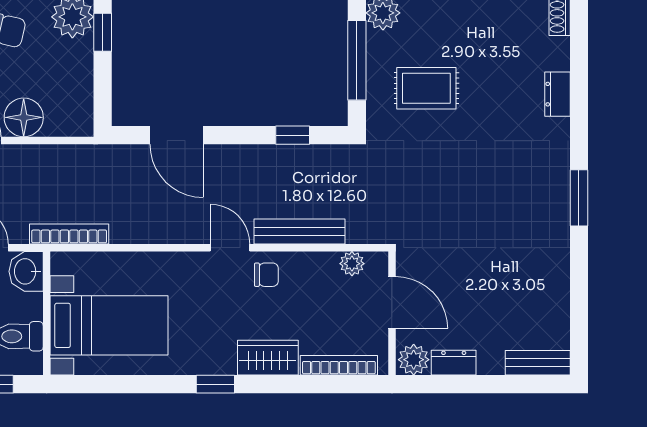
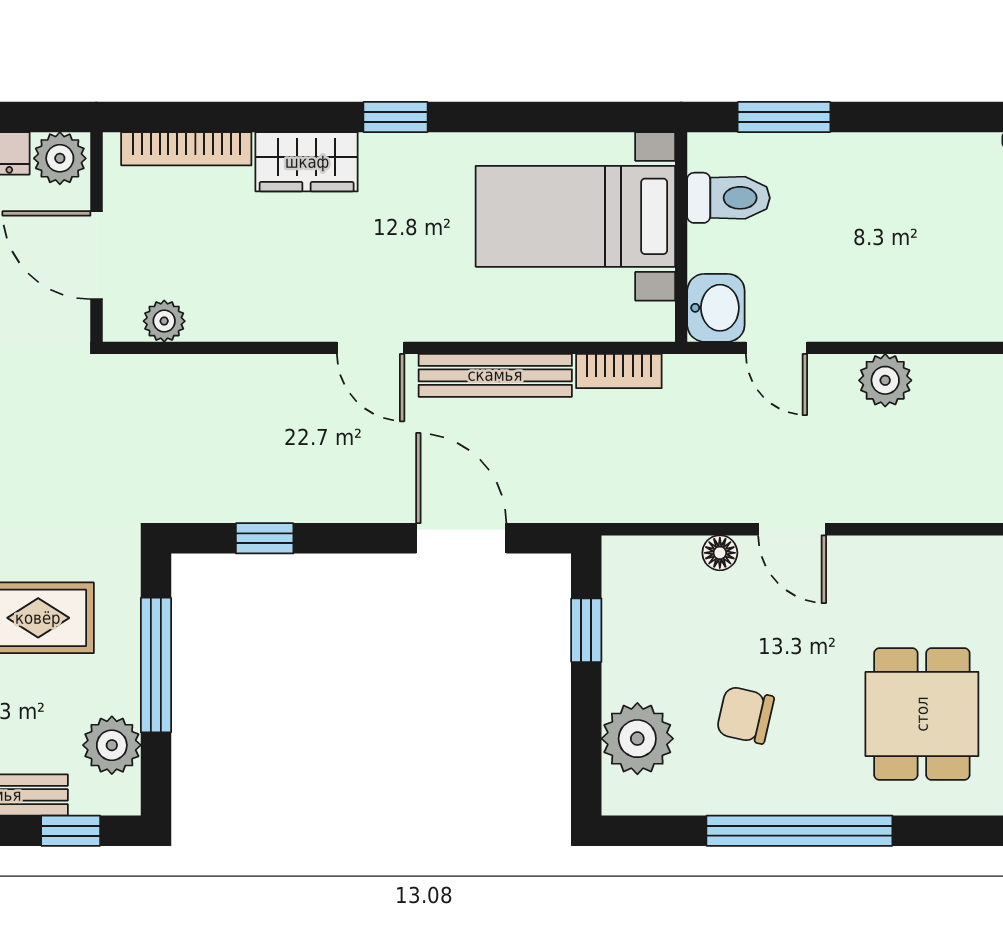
window: (103, 32) -> (586, 630), moved
floor lamp: (24, 117) -> (720, 553), width x0.53, depth x0.53
bench: (299, 231) -> (495, 375), moved
bookcase: (69, 234) -> (619, 371), width x0.64
chair: (266, 275) -> (309, 302), removed

